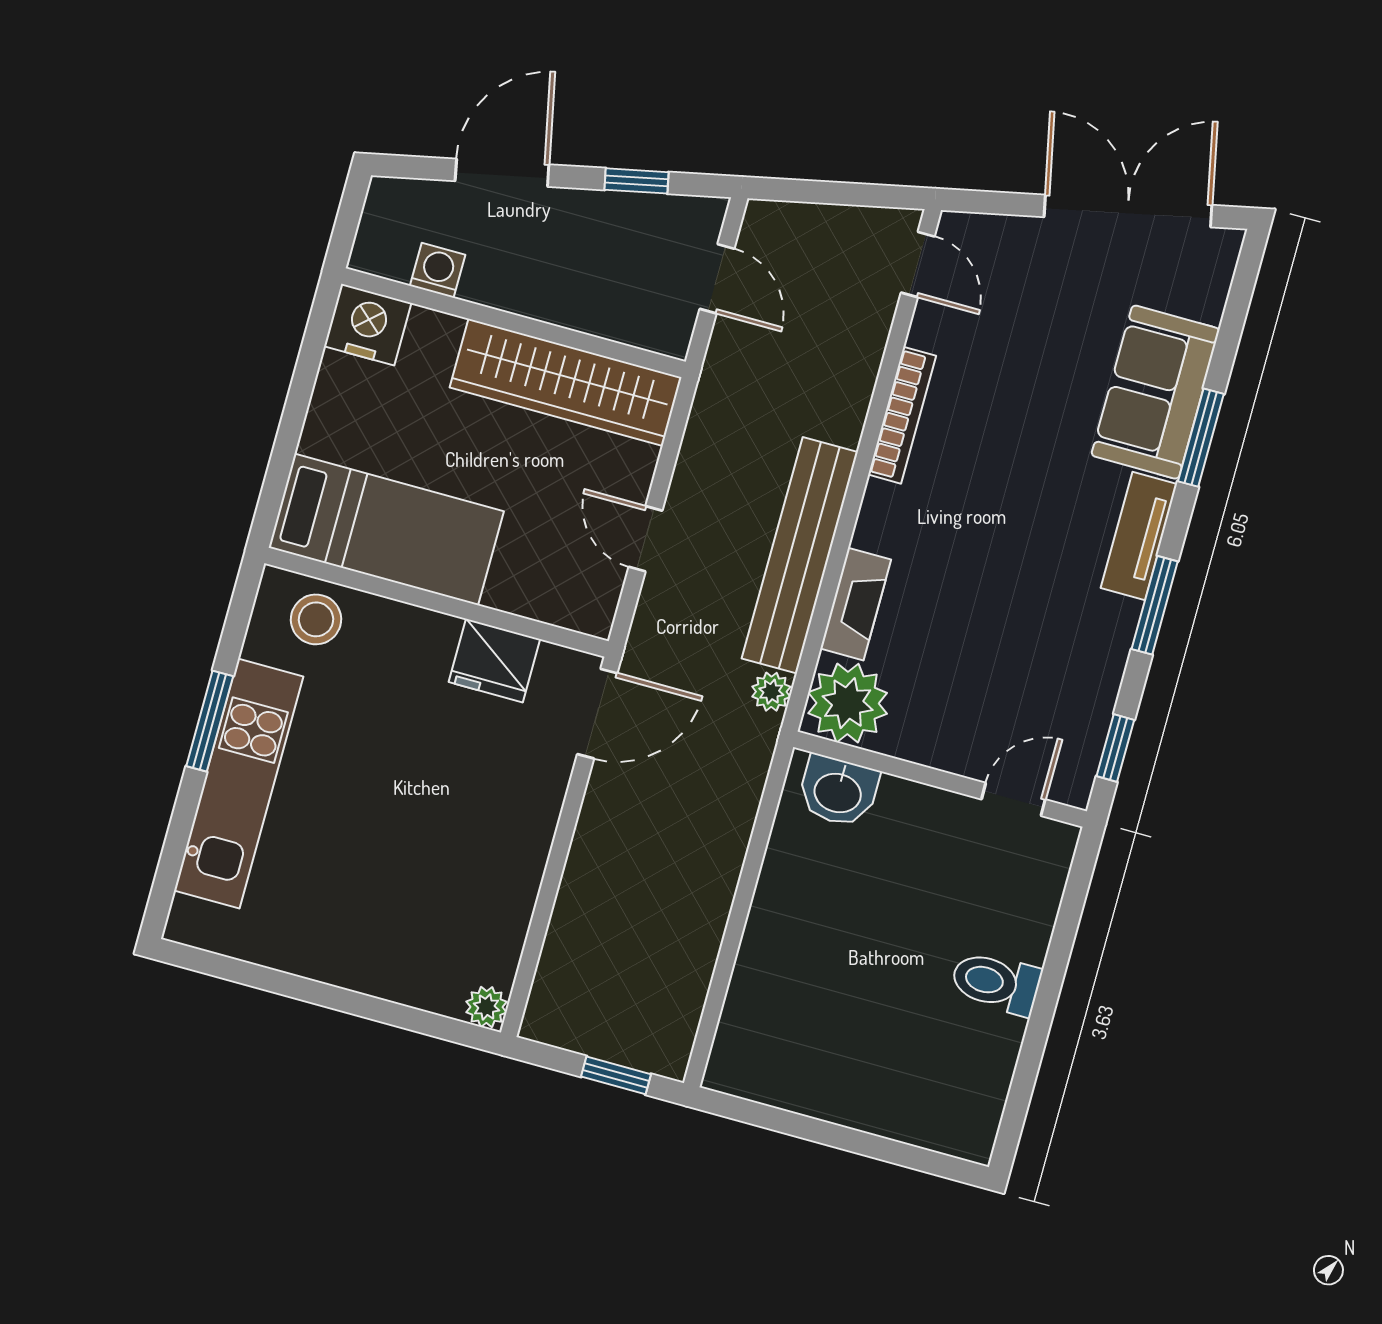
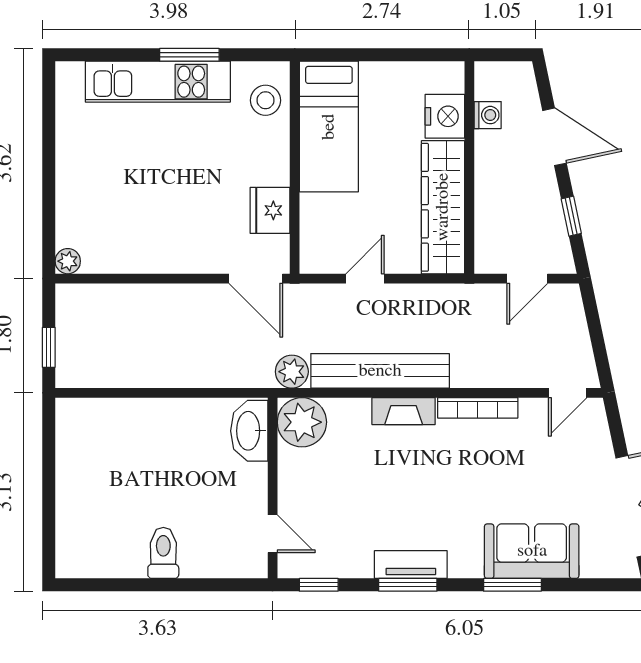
nightstand: (368, 325) -> (445, 116), moved
tv unit: (1139, 536) -> (411, 565), moved
fireplace: (856, 604) -> (404, 411), moved
plant: (771, 692) -> (292, 372), width x1.38, depth x1.38
washbasin: (838, 791) -> (249, 431), width x1.38

